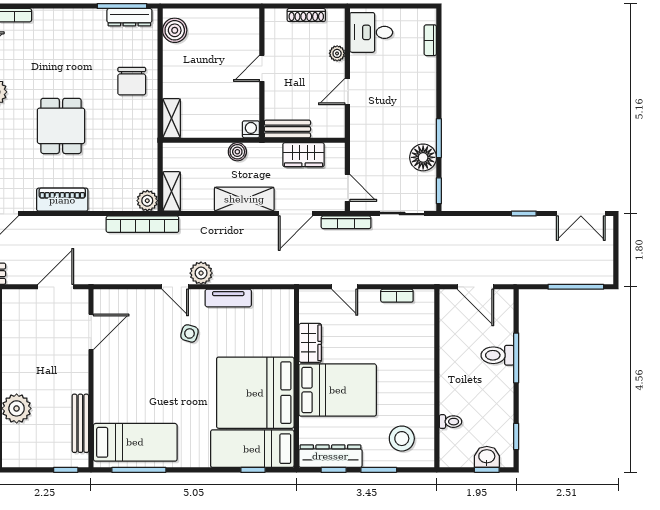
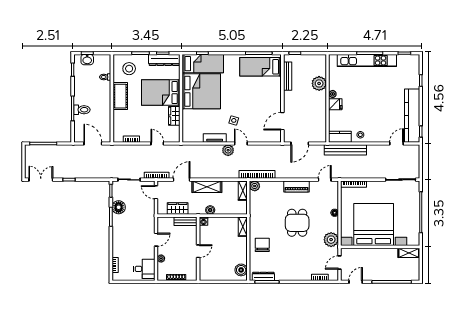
cot: (420, 383) -> (120, 96), added

